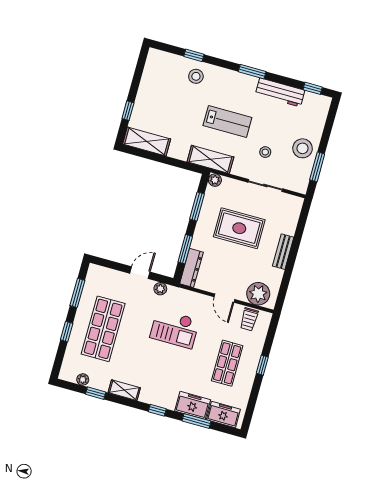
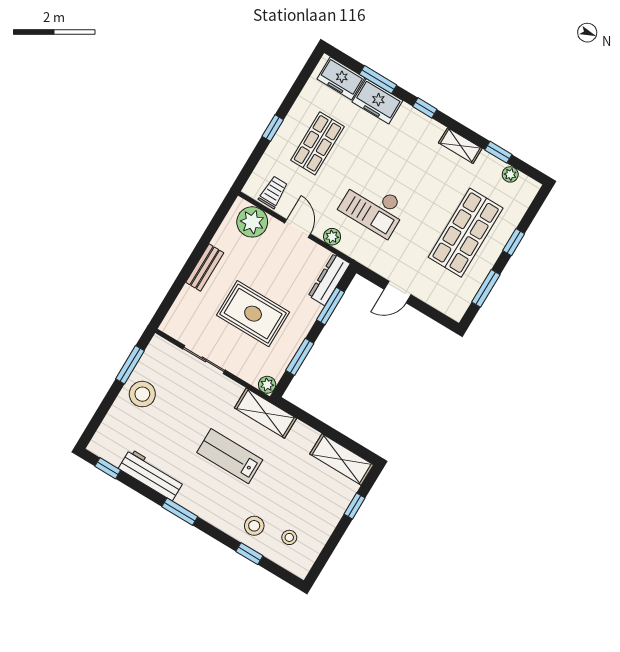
stool: (265, 152) -> (289, 537), moved
plant: (160, 289) -> (332, 237), moved
checkout: (175, 329) -> (373, 207), turned 180

